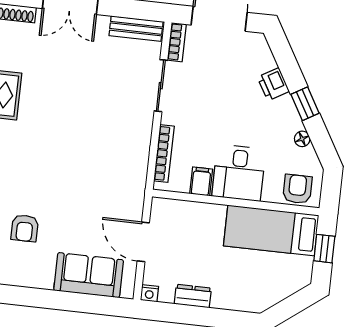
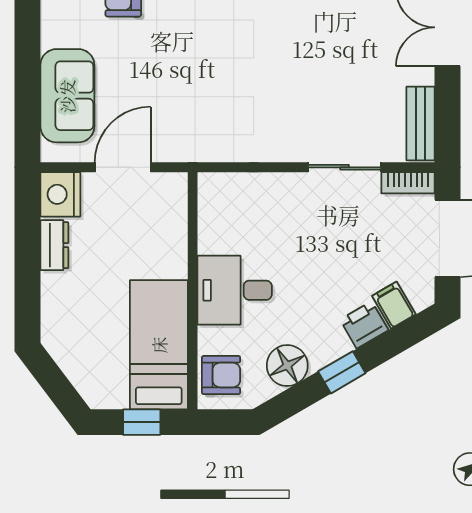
floor lamp: (302, 139) -> (287, 366), width x1.89, depth x1.89
bookcase: (164, 154) -> (250, 182), removed
filing cabinet: (201, 181) -> (394, 305), moved, turned -120
nightstand: (149, 293) -> (60, 194), width x1.89, depth x1.79

